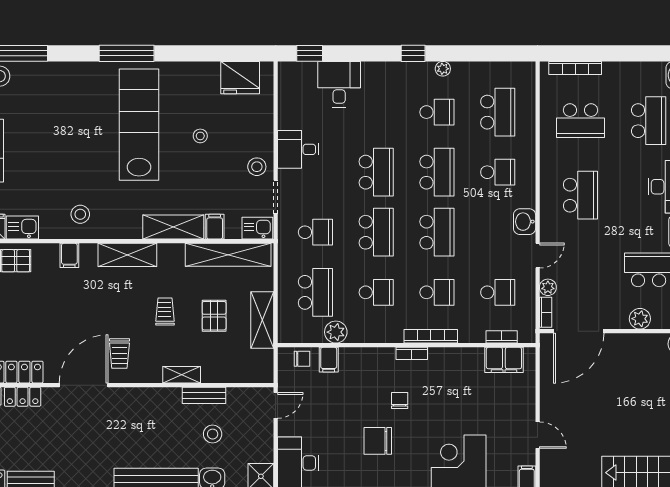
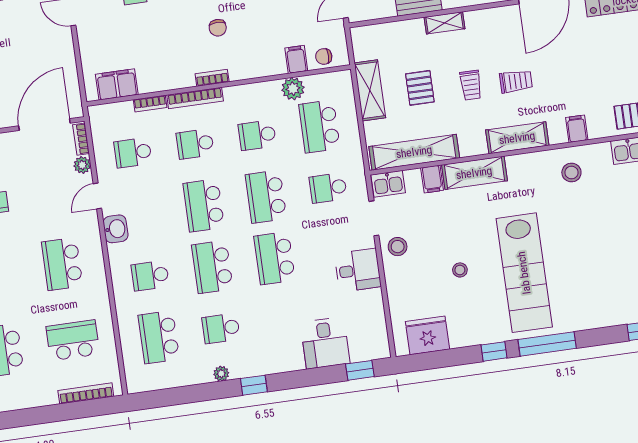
window: (179, 53) -> (494, 351), added
bookcase: (502, 337) -> (150, 104), moved
trolley: (119, 354) -> (516, 81), moved, turned 90

